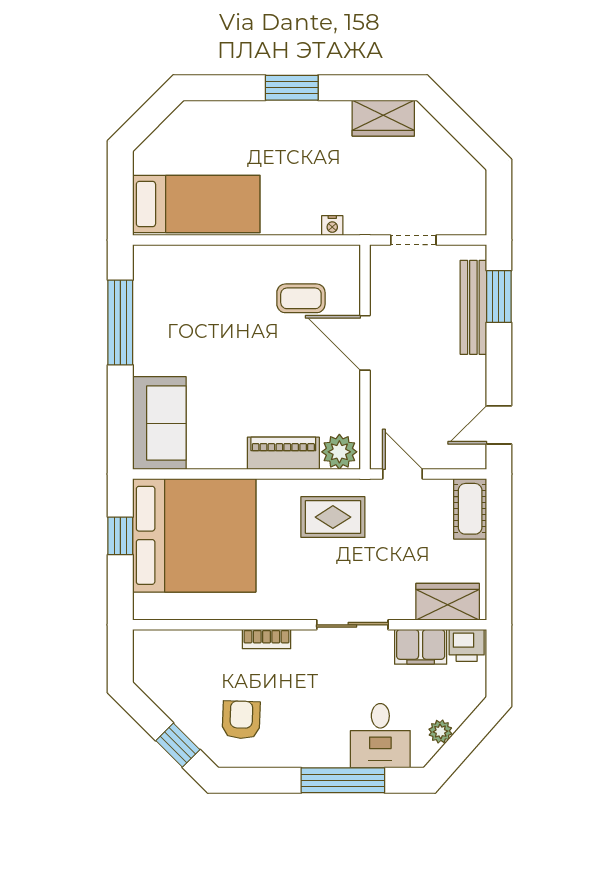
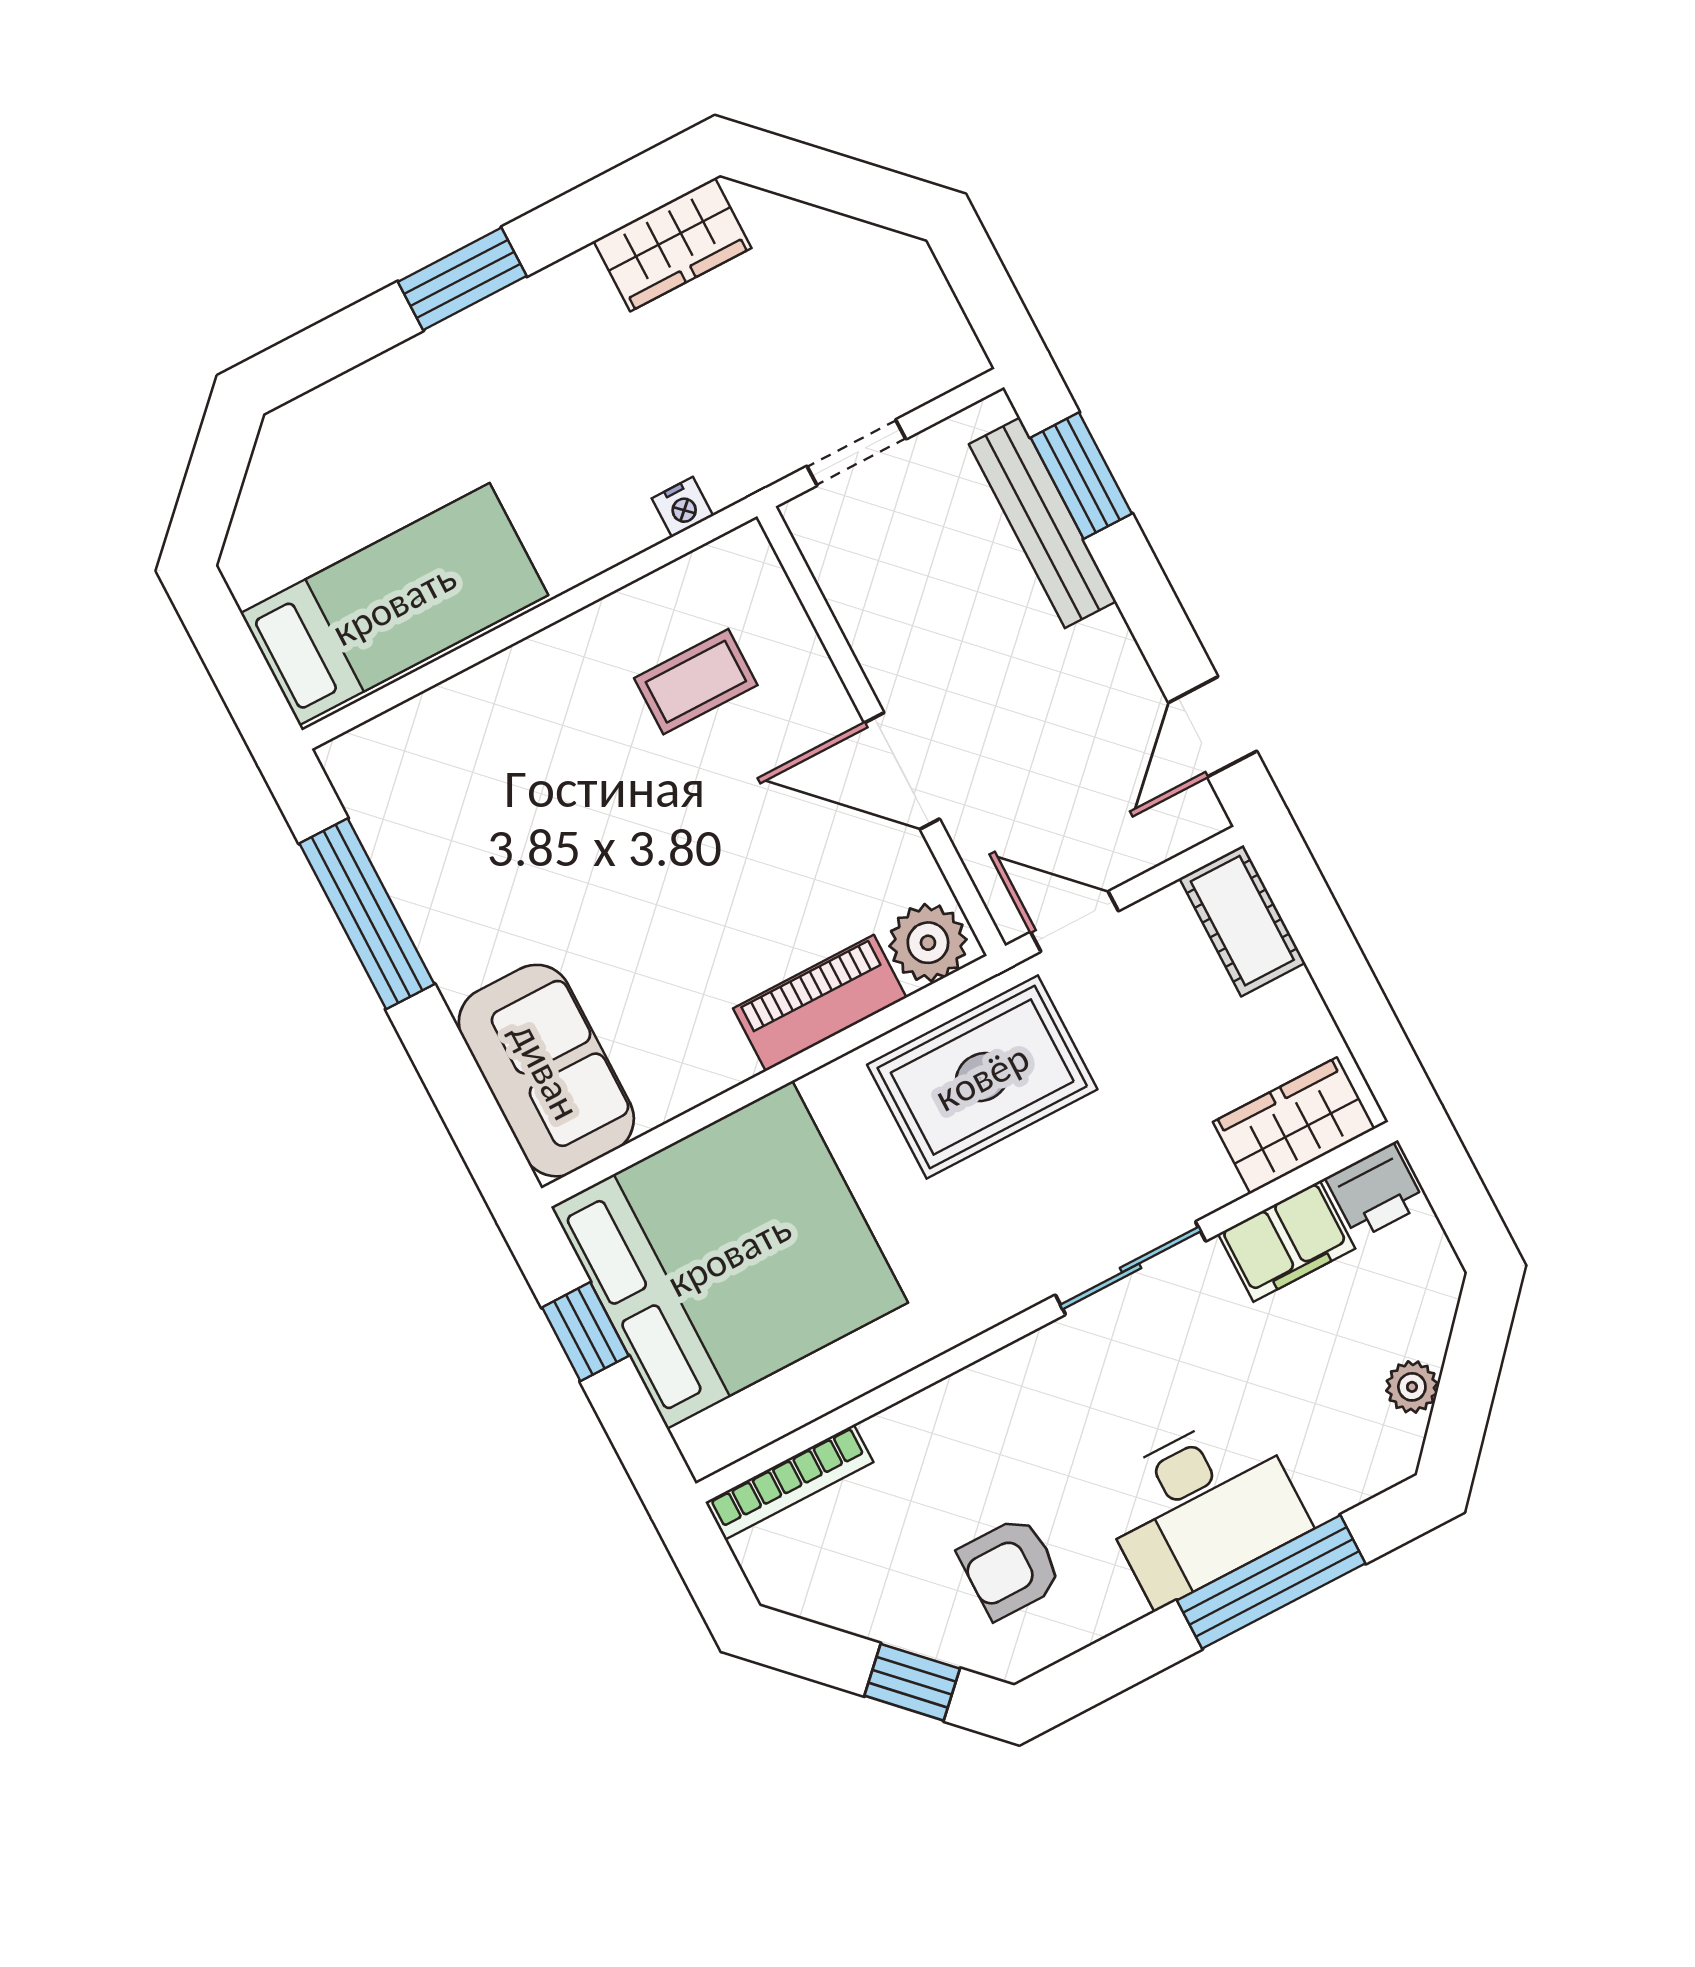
door: (365, 343) -> (902, 771), moved
rug: (333, 517) -> (982, 1077), width x1.36, depth x1.43
bookcase: (266, 639) -> (790, 1482), moved, width x1.56
armchair: (241, 720) -> (1010, 1568), turned -92
desk: (380, 736) -> (1202, 1507), moved, width x1.37

